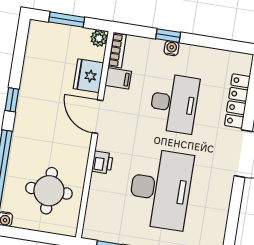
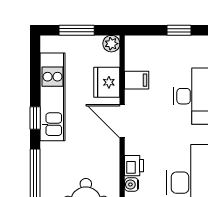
water cooler: (172, 48) -> (132, 185), moved, turned -90
bookcase: (117, 50) -> (131, 53), removed
kitchen unit: (32, 82) -> (53, 97), added

